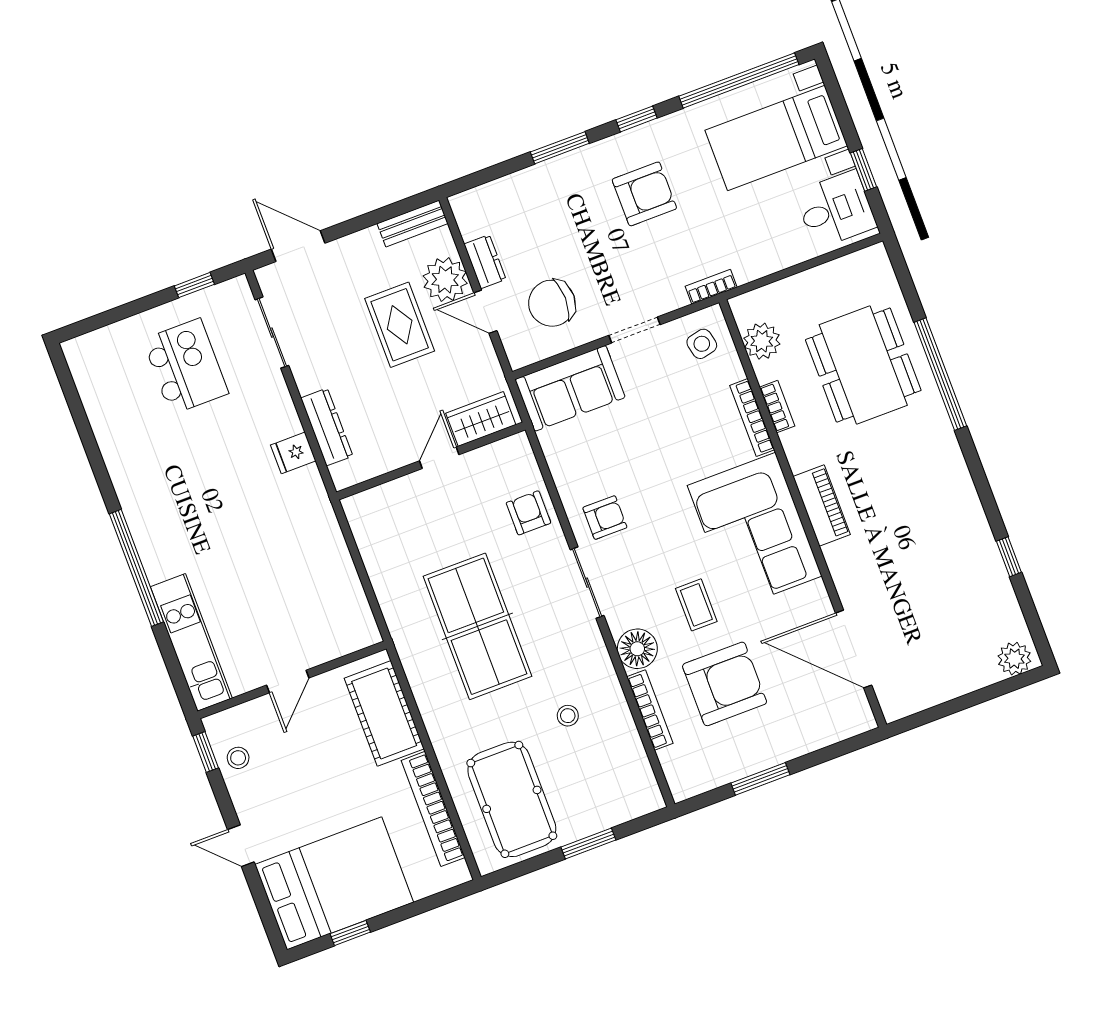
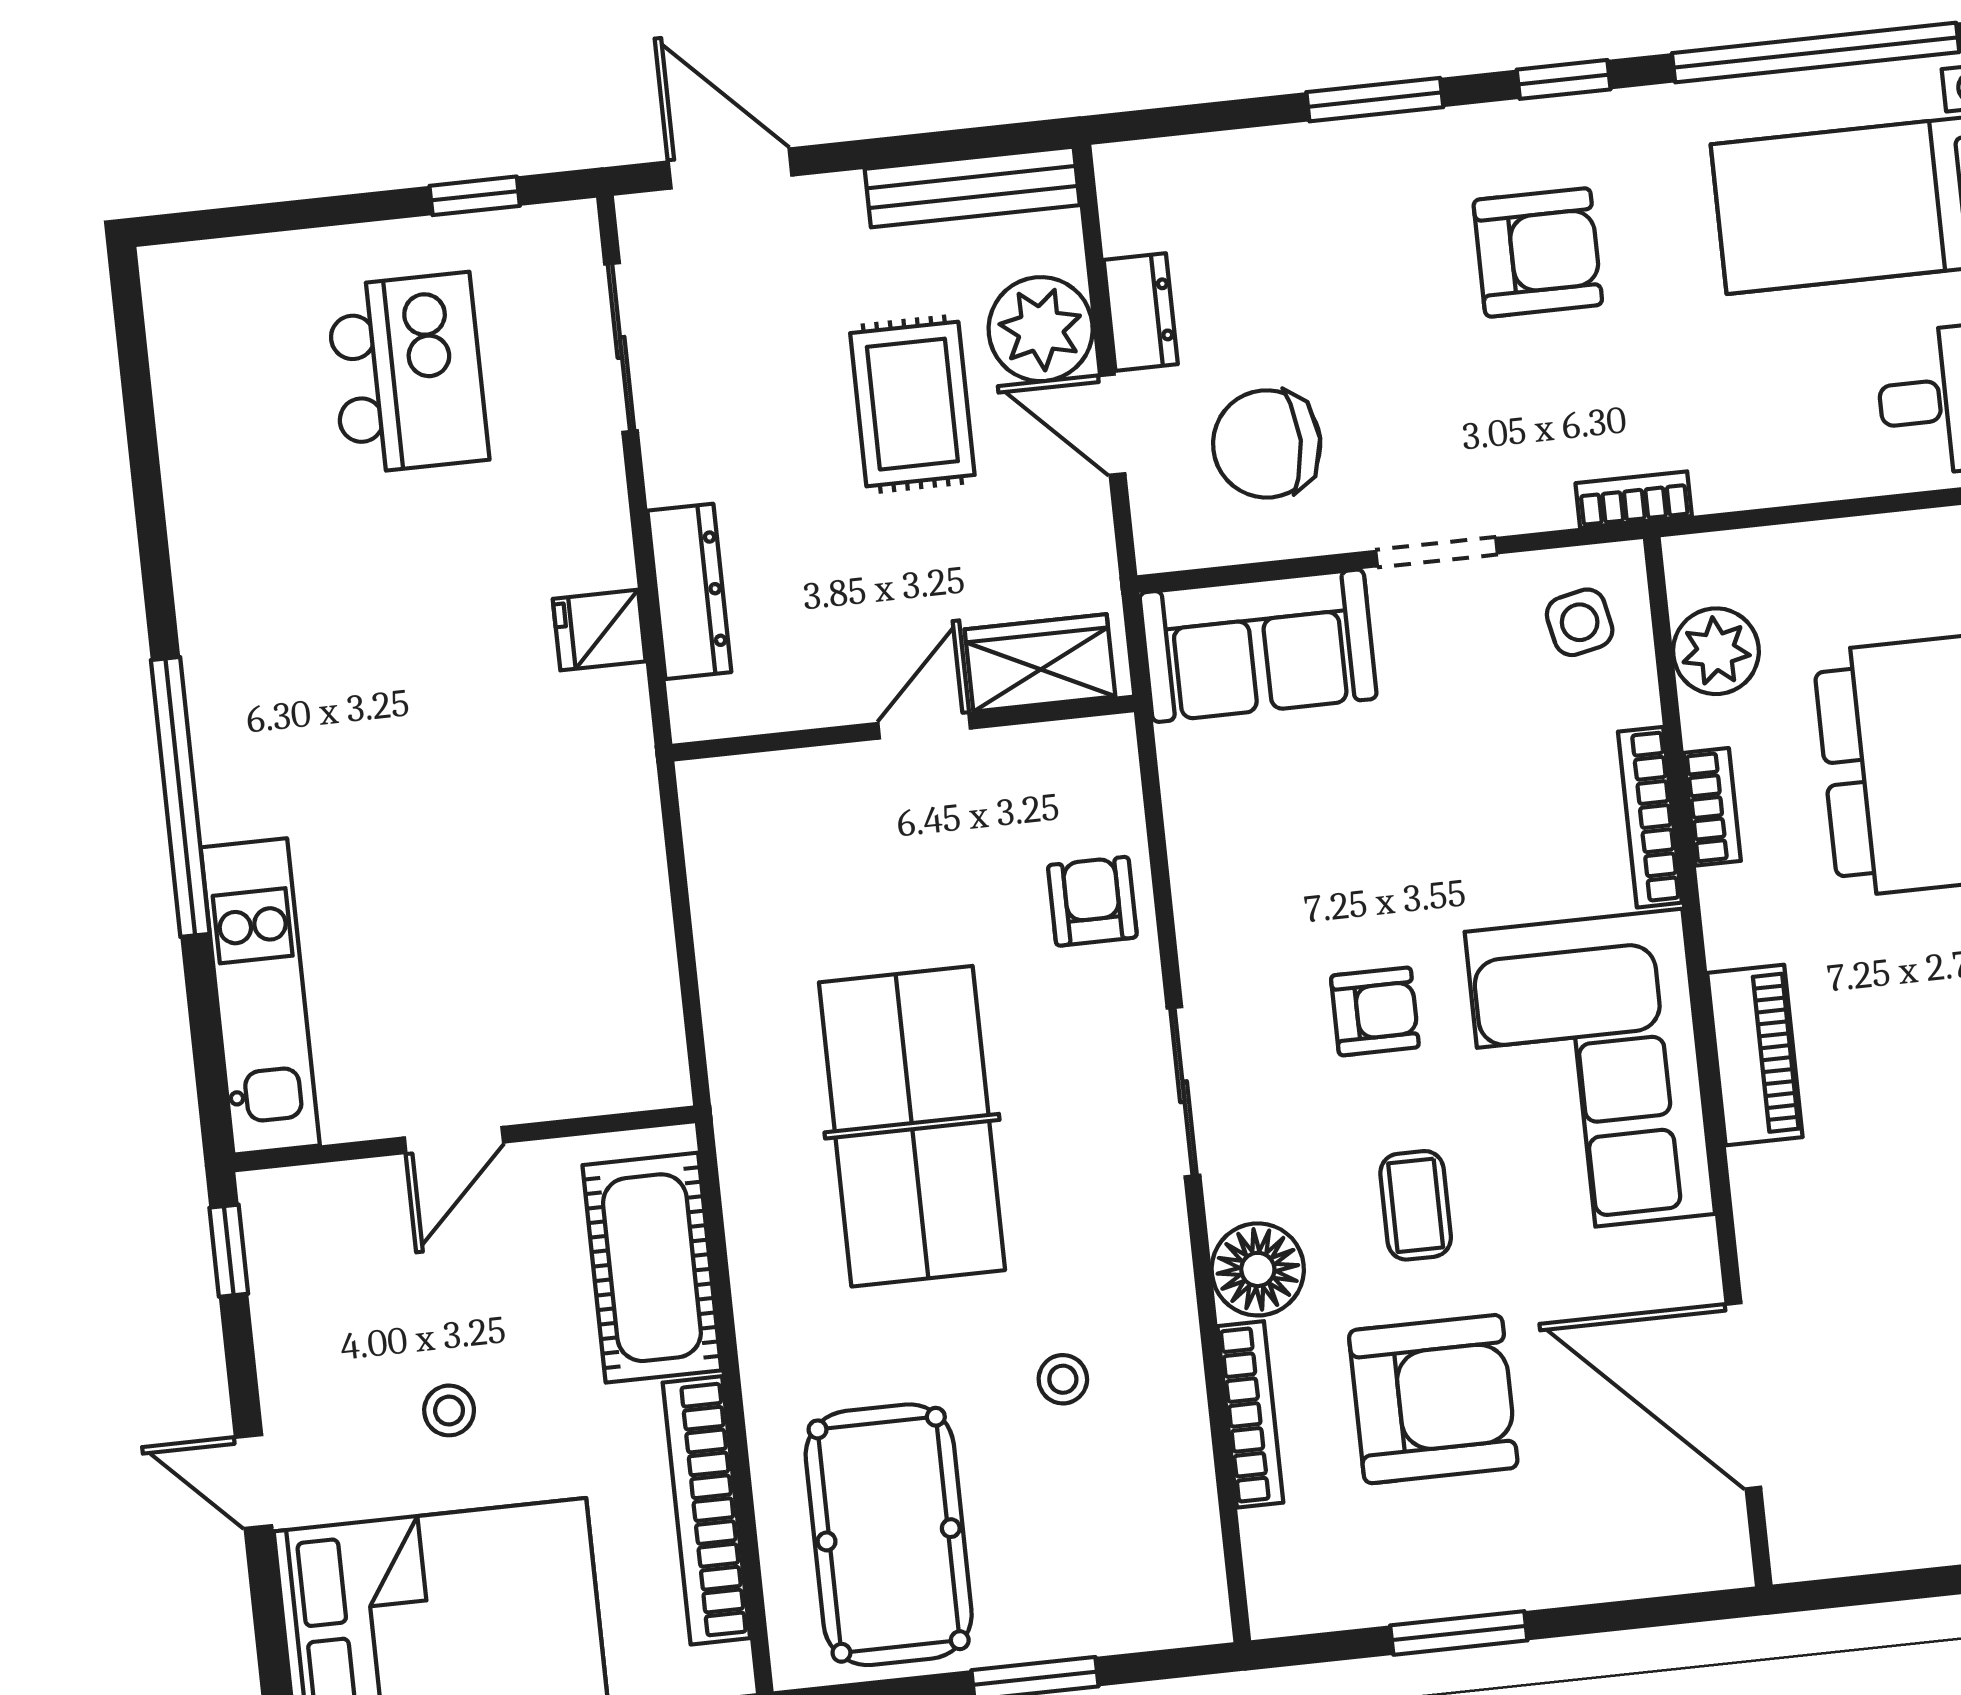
bench: (413, 223) -> (972, 187), width x1.36
armchair: (605, 518) -> (1375, 1011), moved
stool: (238, 758) -> (449, 1410), moved

